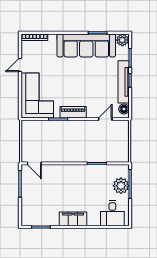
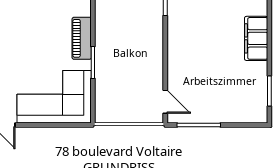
door: (34, 163) -> (165, 102), hinge flipped

